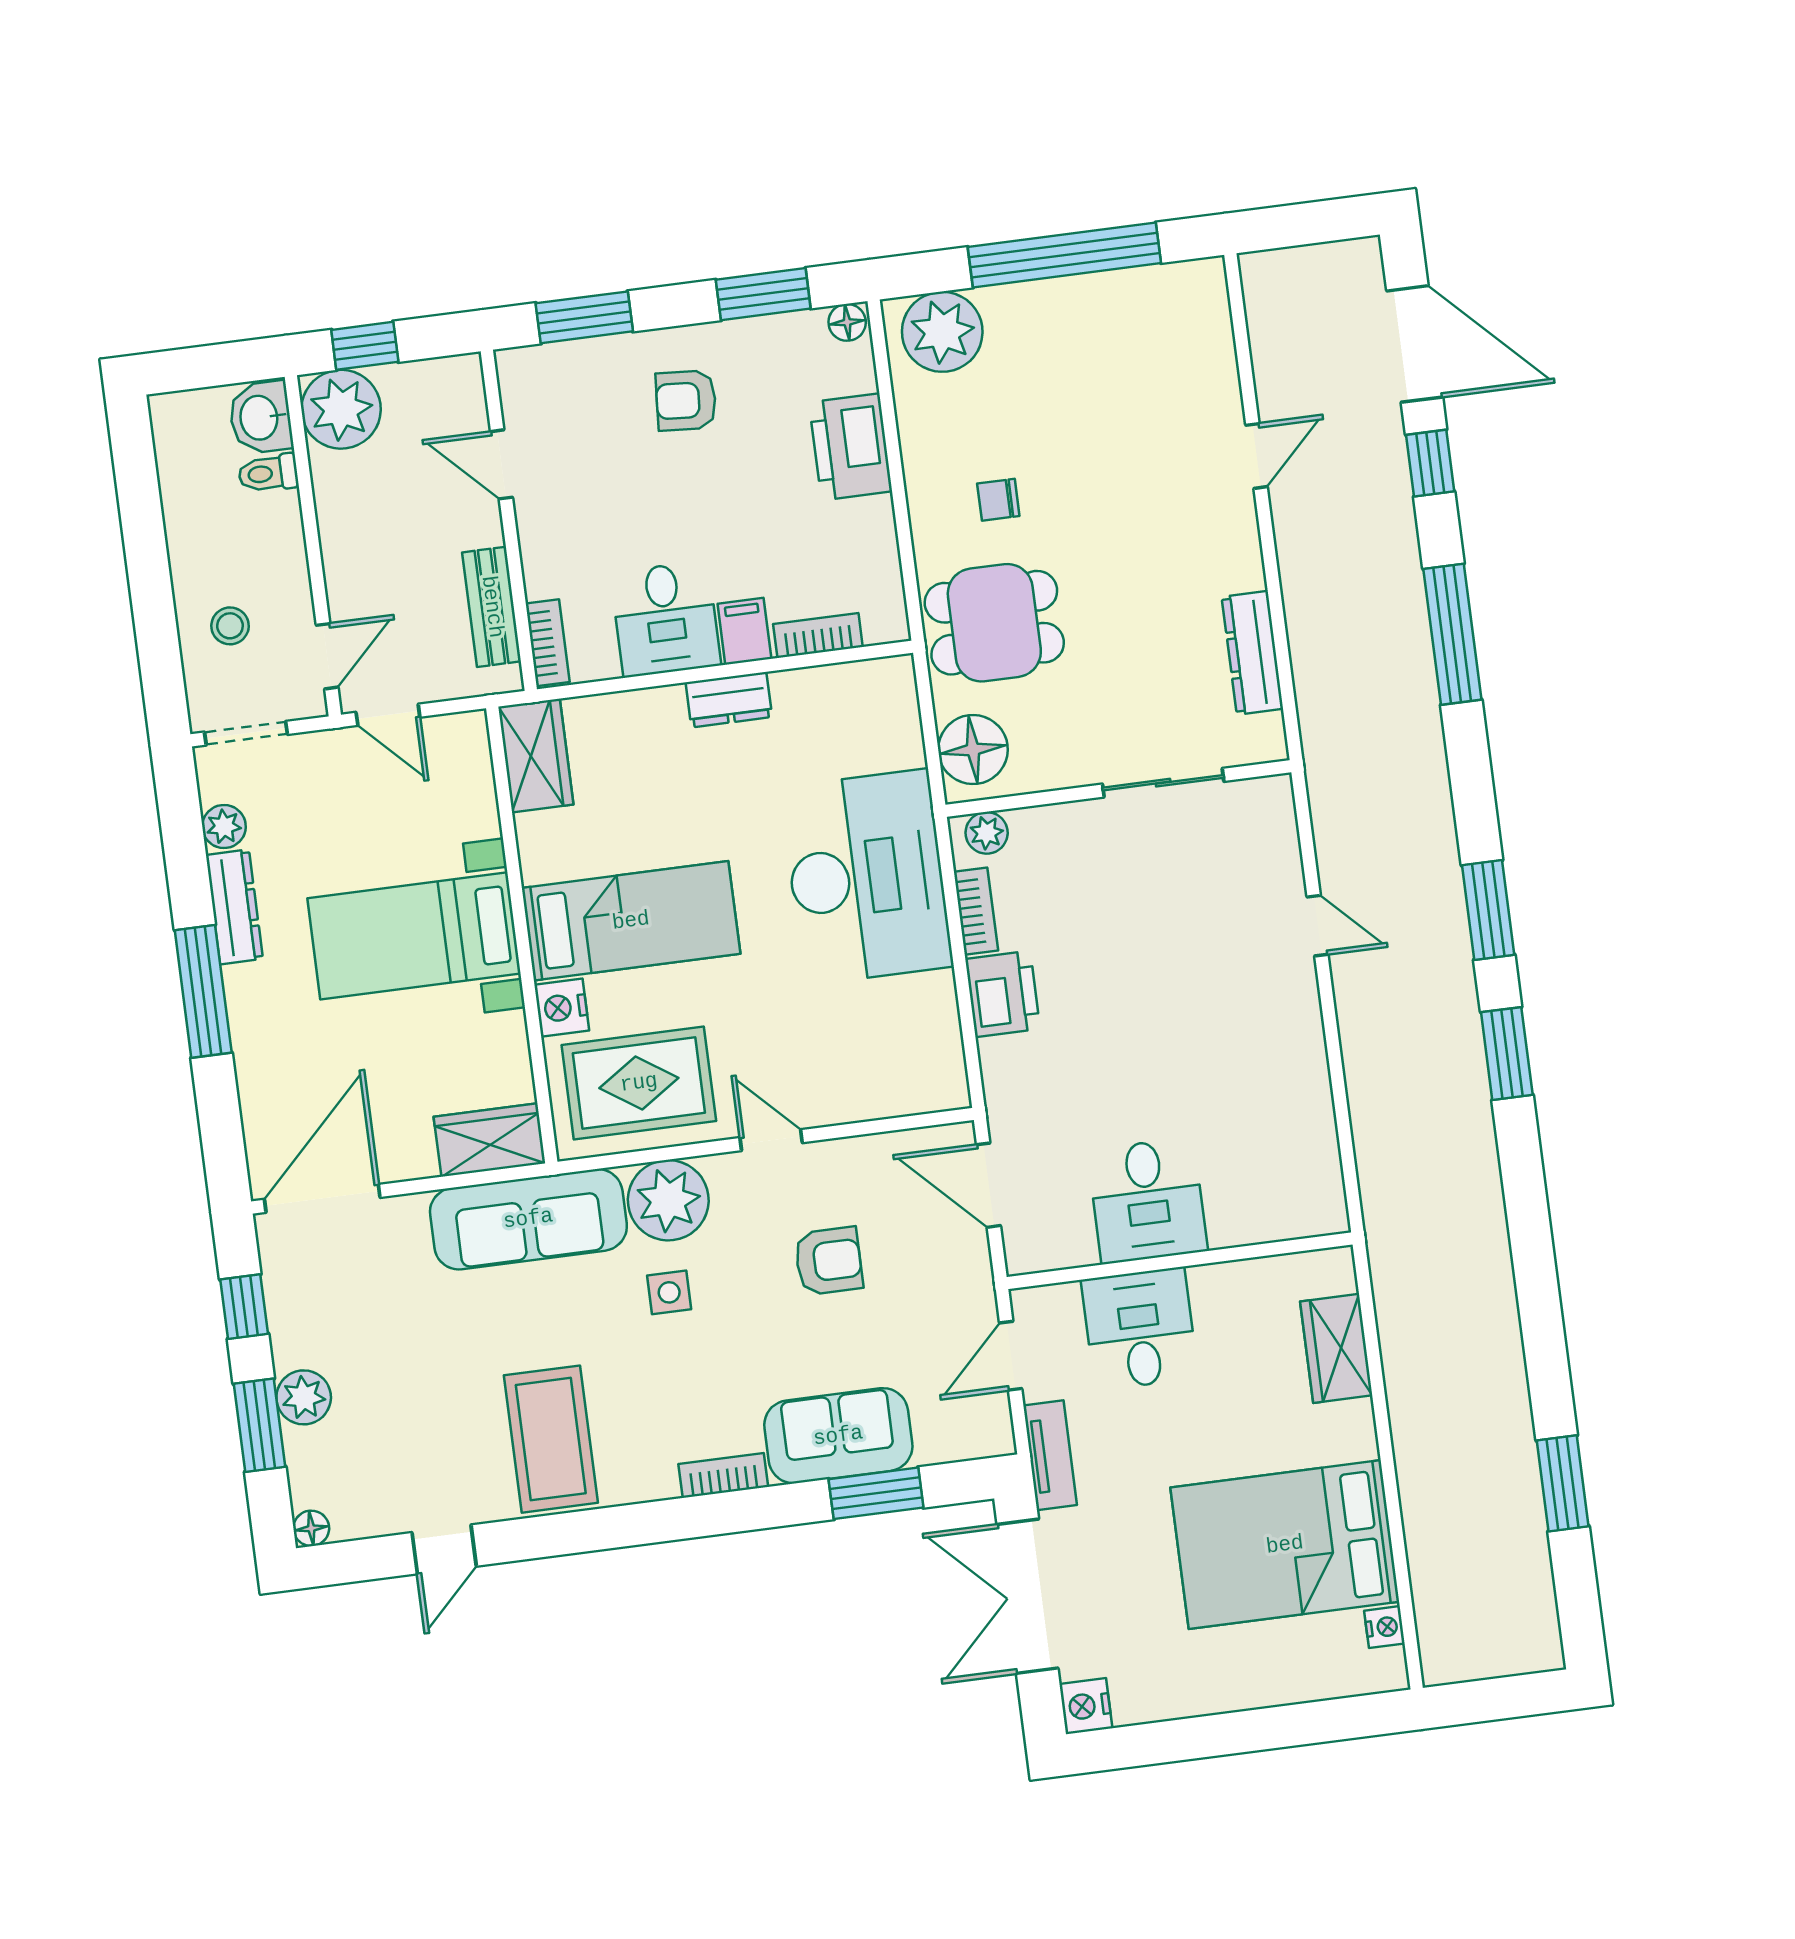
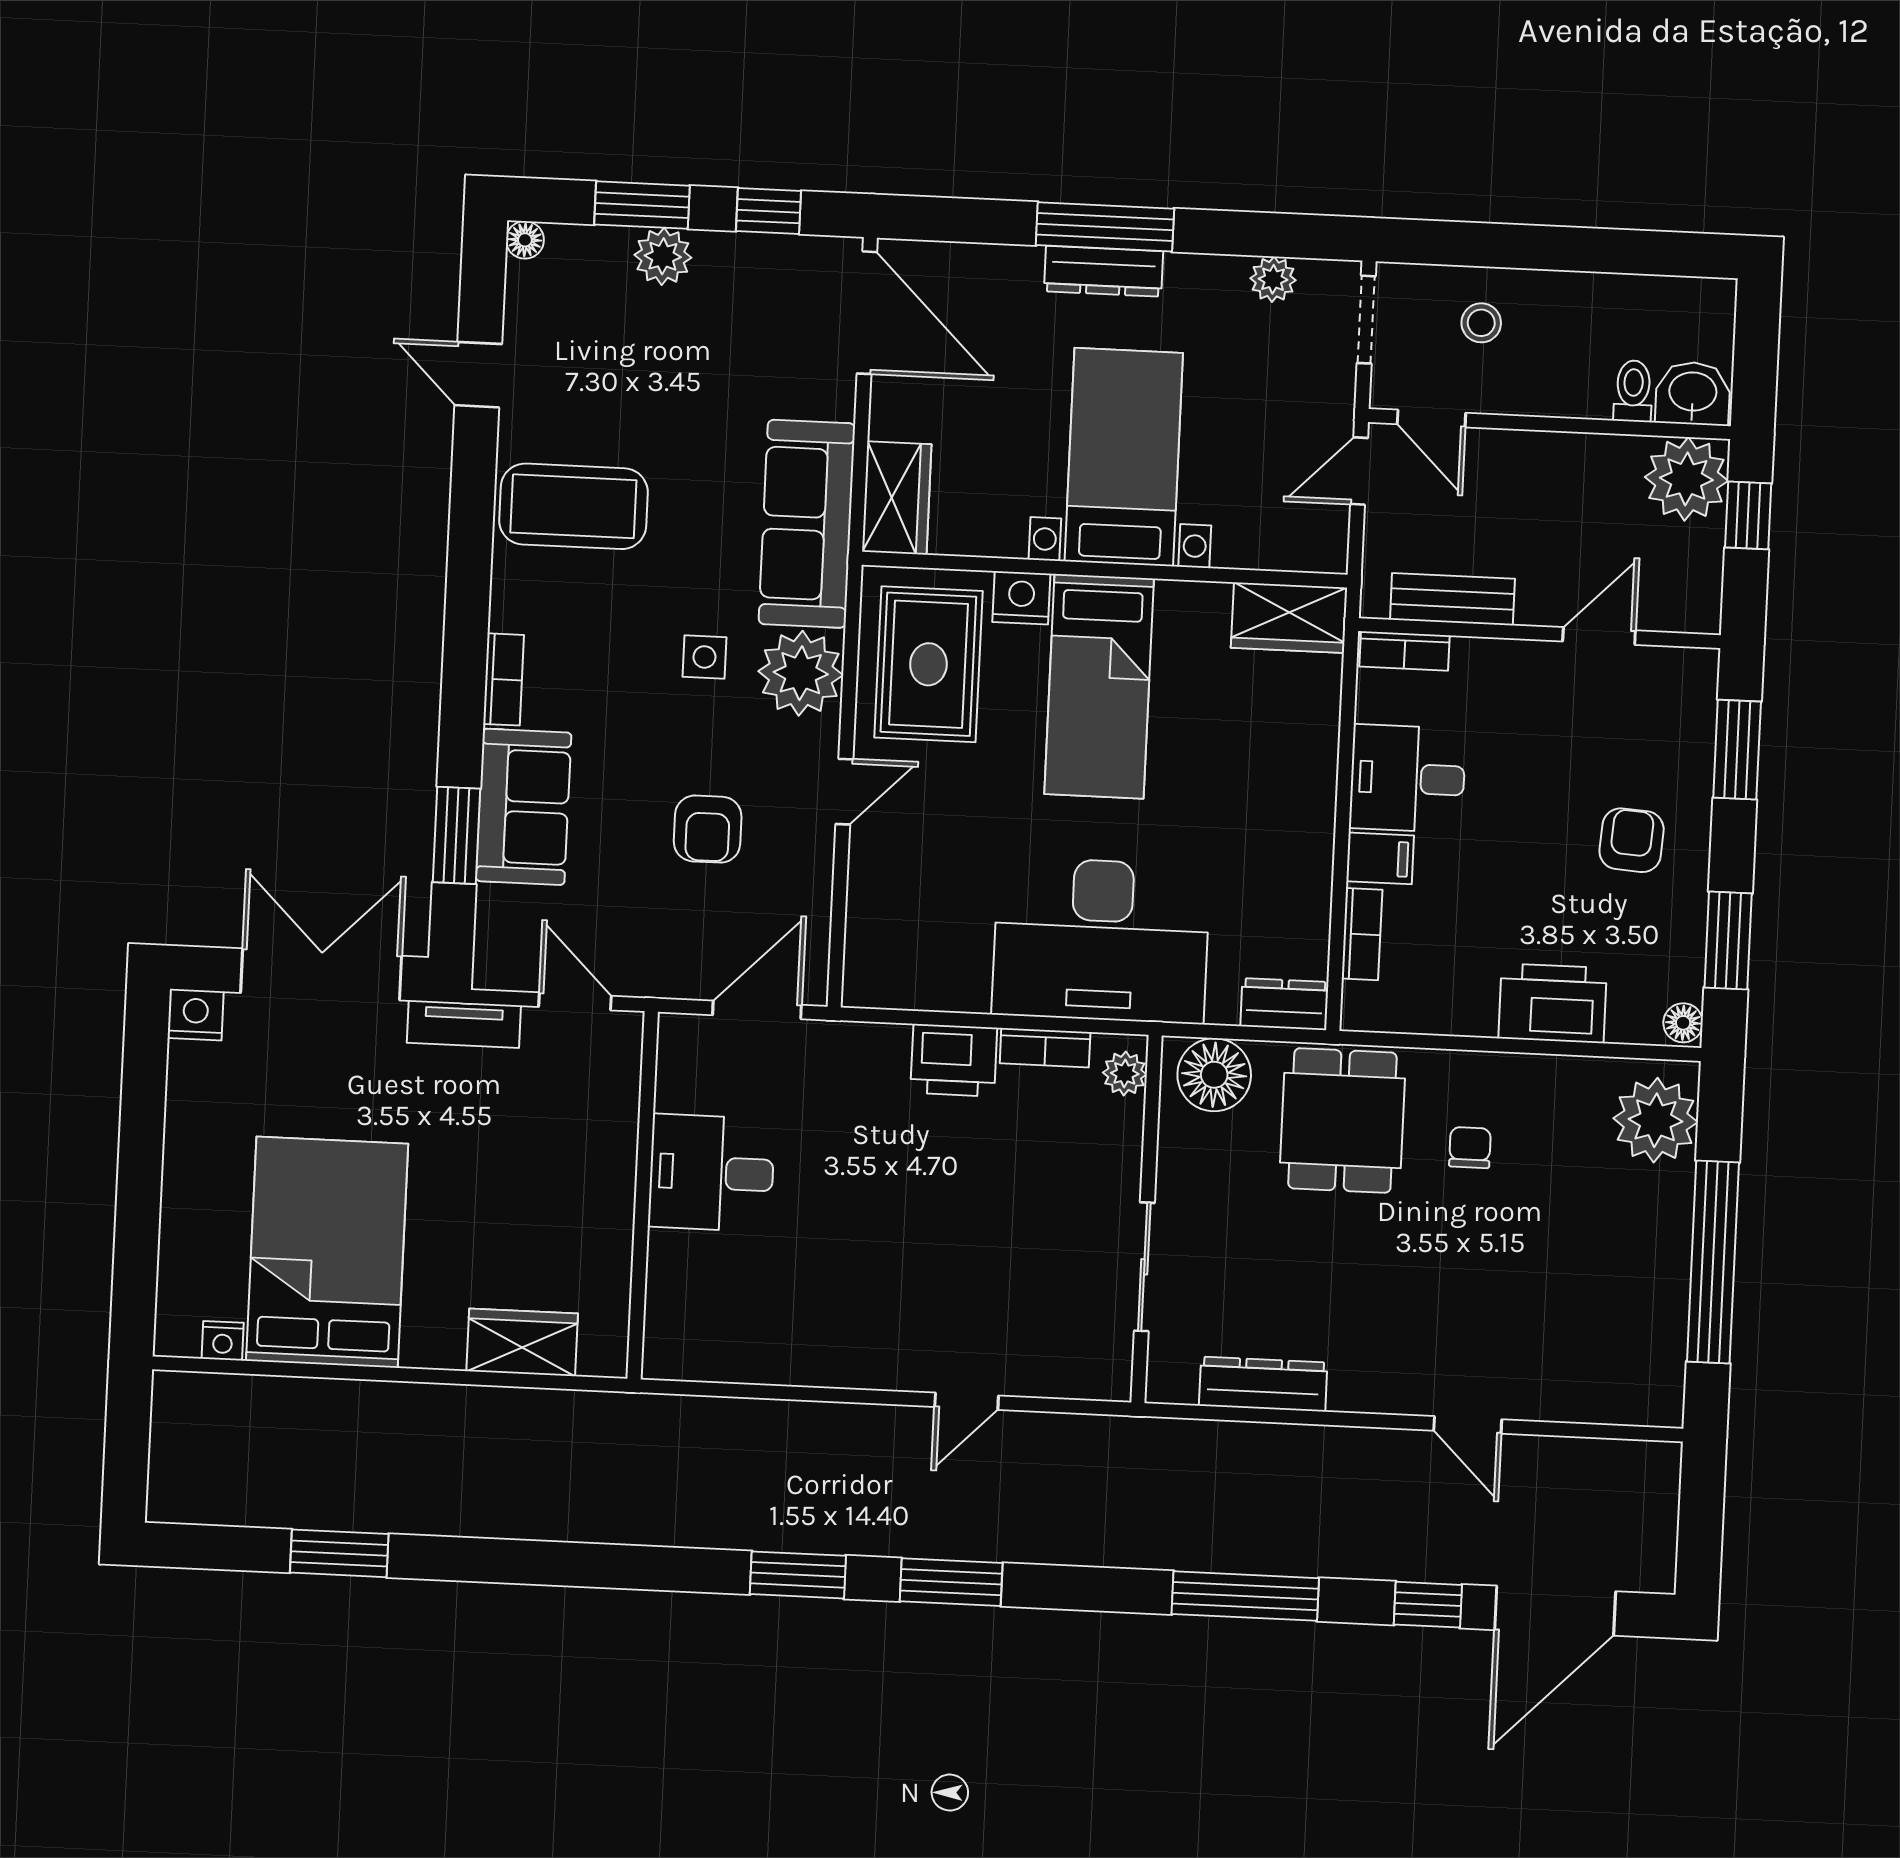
dresser: (729, 700) -> (1284, 1004), moved, turned 90
dresser: (234, 907) -> (1104, 271), moved
desk: (1140, 1329) -> (579, 1141), removed

